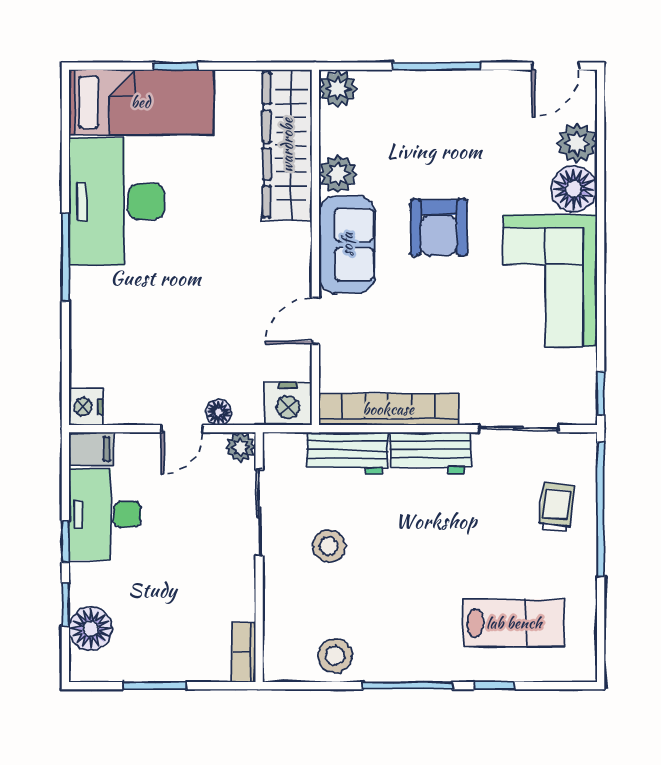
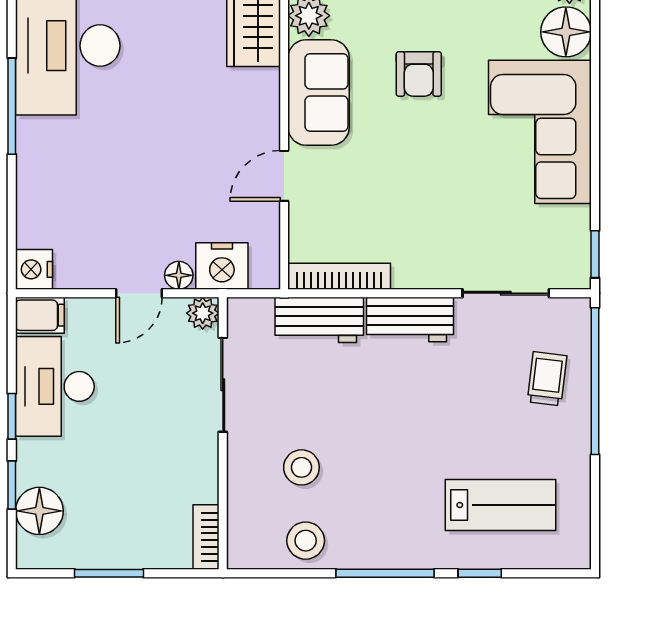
armchair: (439, 227) -> (419, 74), width x0.72, depth x0.72
nightstand: (288, 404) -> (222, 266), moved
bookcase: (388, 409) -> (339, 276), width x0.68, depth x0.76
stool: (329, 546) -> (301, 467), moved

